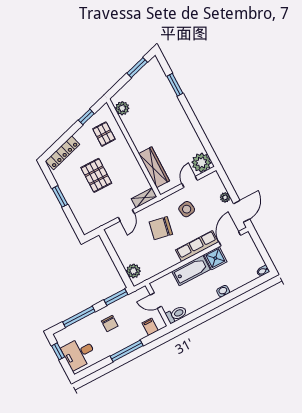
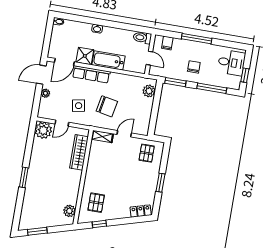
window: (175, 85) -> (24, 177), moved
locker: (63, 153) -> (141, 211), width x0.66
pallet: (96, 175) -> (147, 153), moved, width x0.67, depth x0.71

